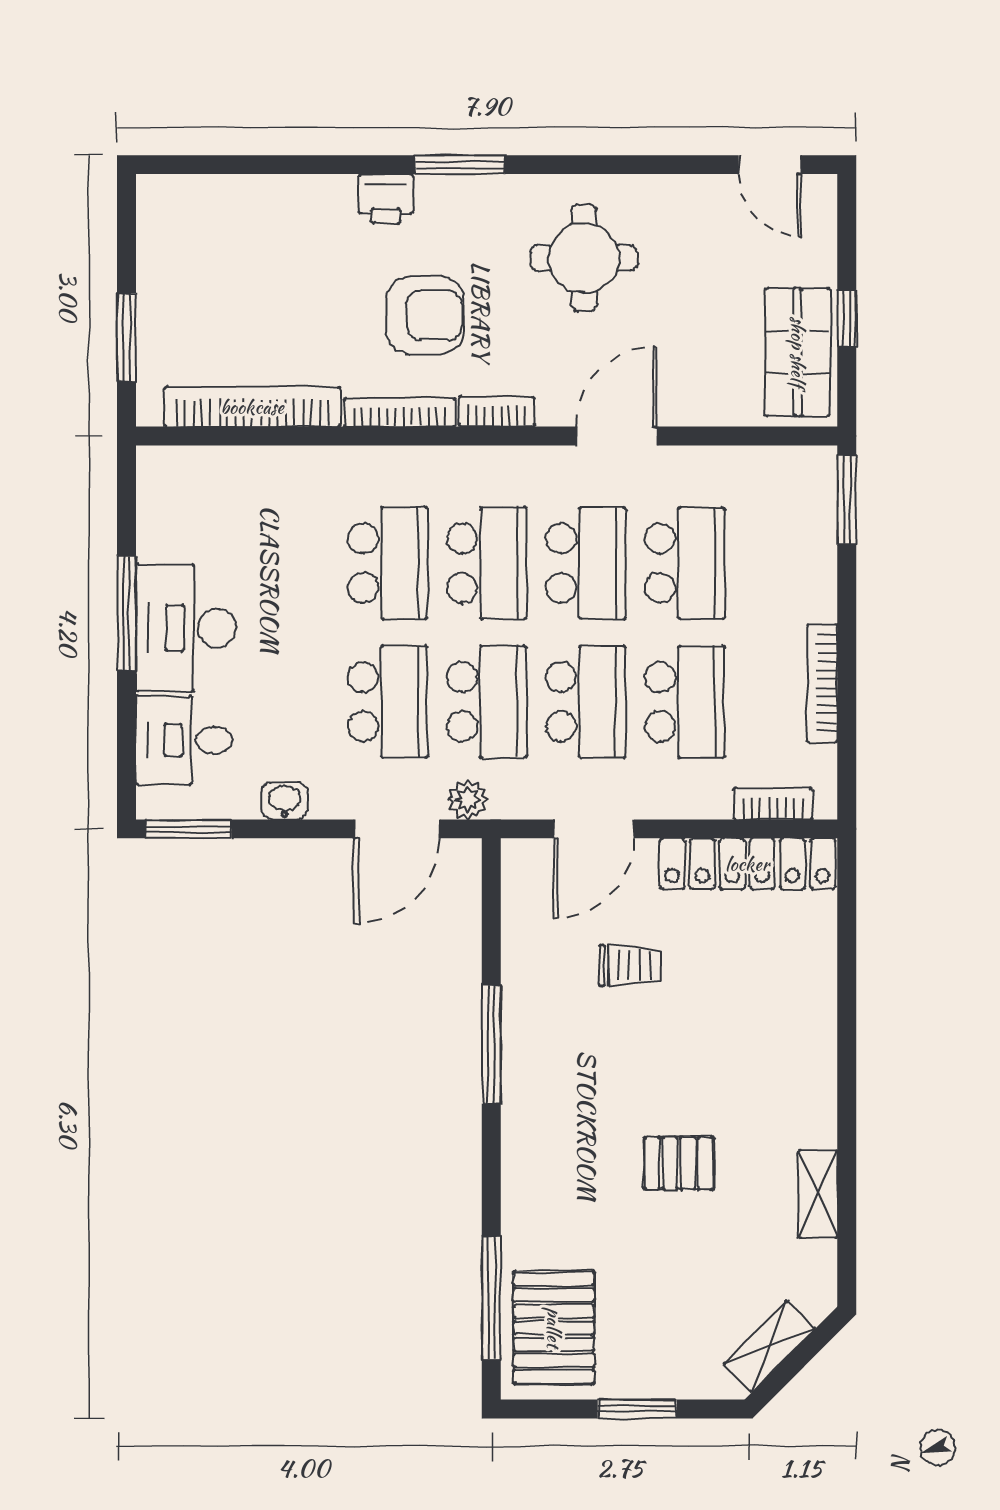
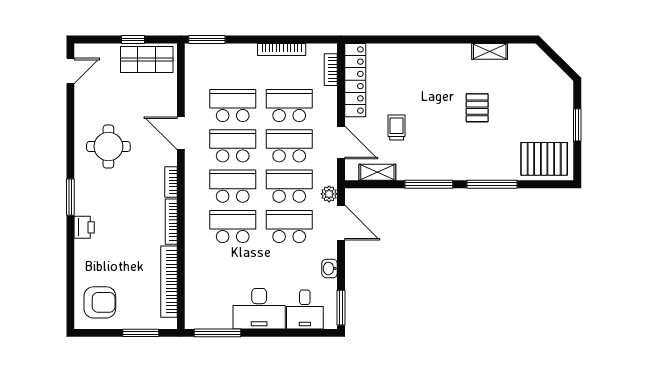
armchair: (425, 315) -> (100, 302), moved, turned 90
window: (126, 613) -> (217, 333), moved
window: (491, 1298) -> (492, 184), moved
shelving: (769, 1346) -> (377, 172), moved, turned -45

